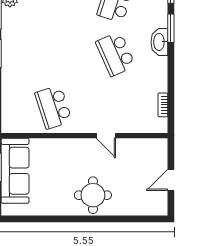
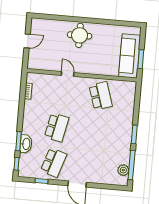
washbasin: (159, 42) -> (26, 144), moved
school desk: (115, 54) -> (57, 127), turned 36

